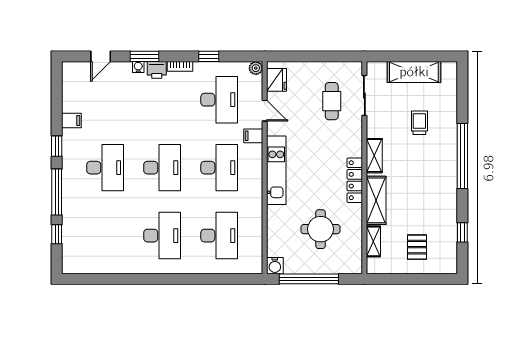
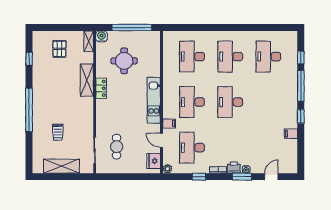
shelving: (374, 156) -> (88, 110), removed
desk: (105, 168) -> (268, 57), moved
locker: (355, 180) -> (101, 88), width x0.66
shelving: (373, 241) -> (89, 41), moved
water cooler: (275, 266) -> (101, 36), moved

